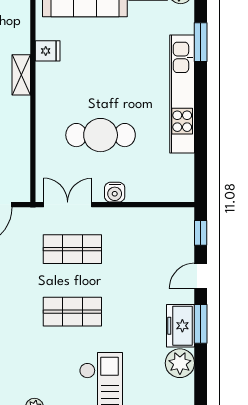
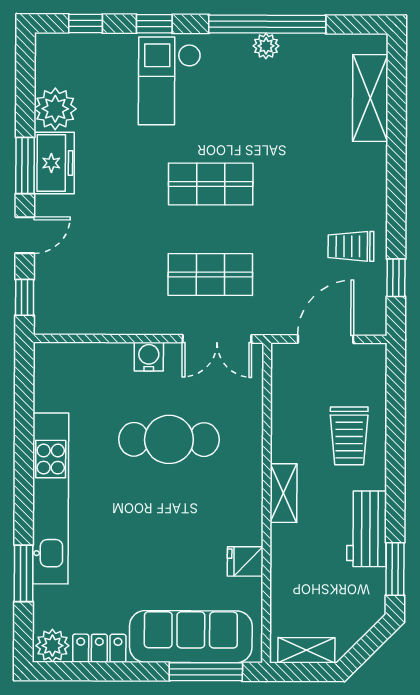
shelving: (21, 75) -> (283, 493), moved

